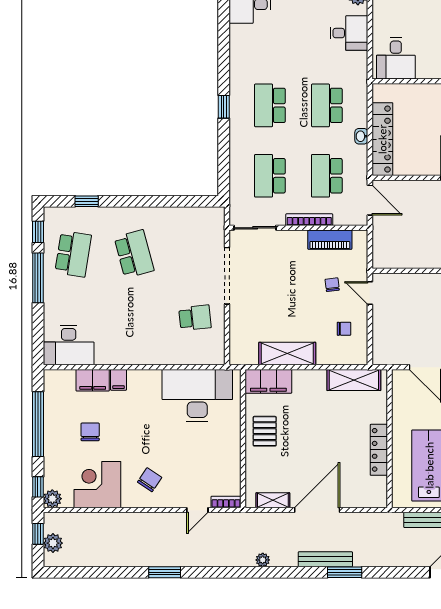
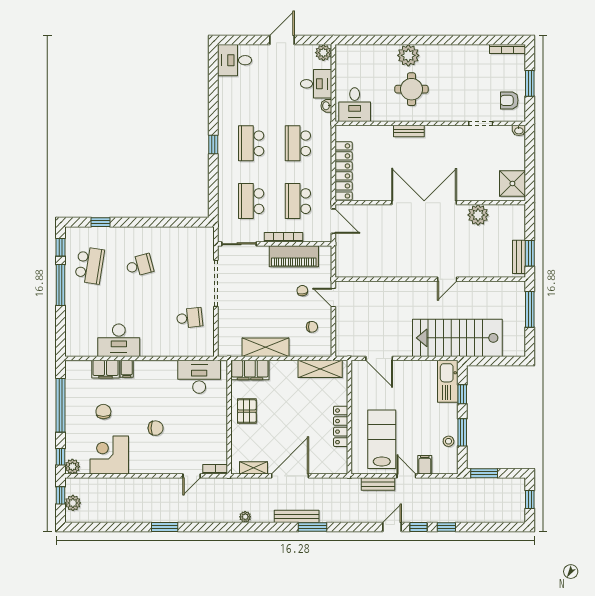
washbasin: (361, 136) -> (326, 106), moved
piano: (330, 240) -> (294, 256), width x1.37, depth x1.33
school desk: (134, 254) -> (139, 265), width x0.54
desk: (69, 345) -> (119, 340), moved
desk: (197, 396) -> (199, 377), width x0.73, depth x0.77
chair: (150, 480) -> (156, 428), moved, turned 56

